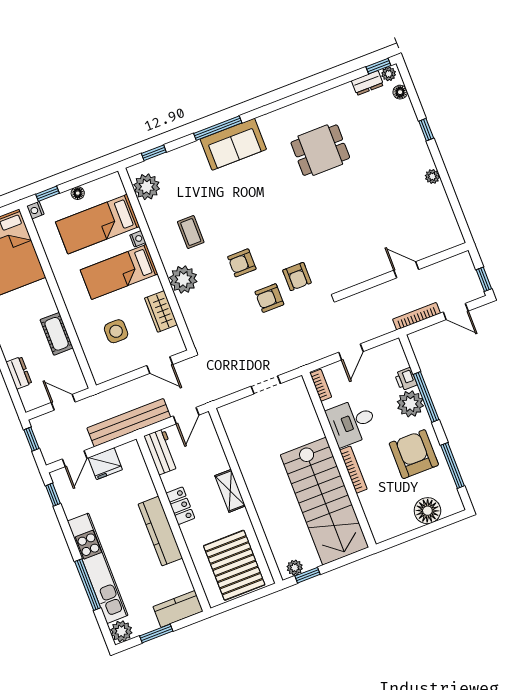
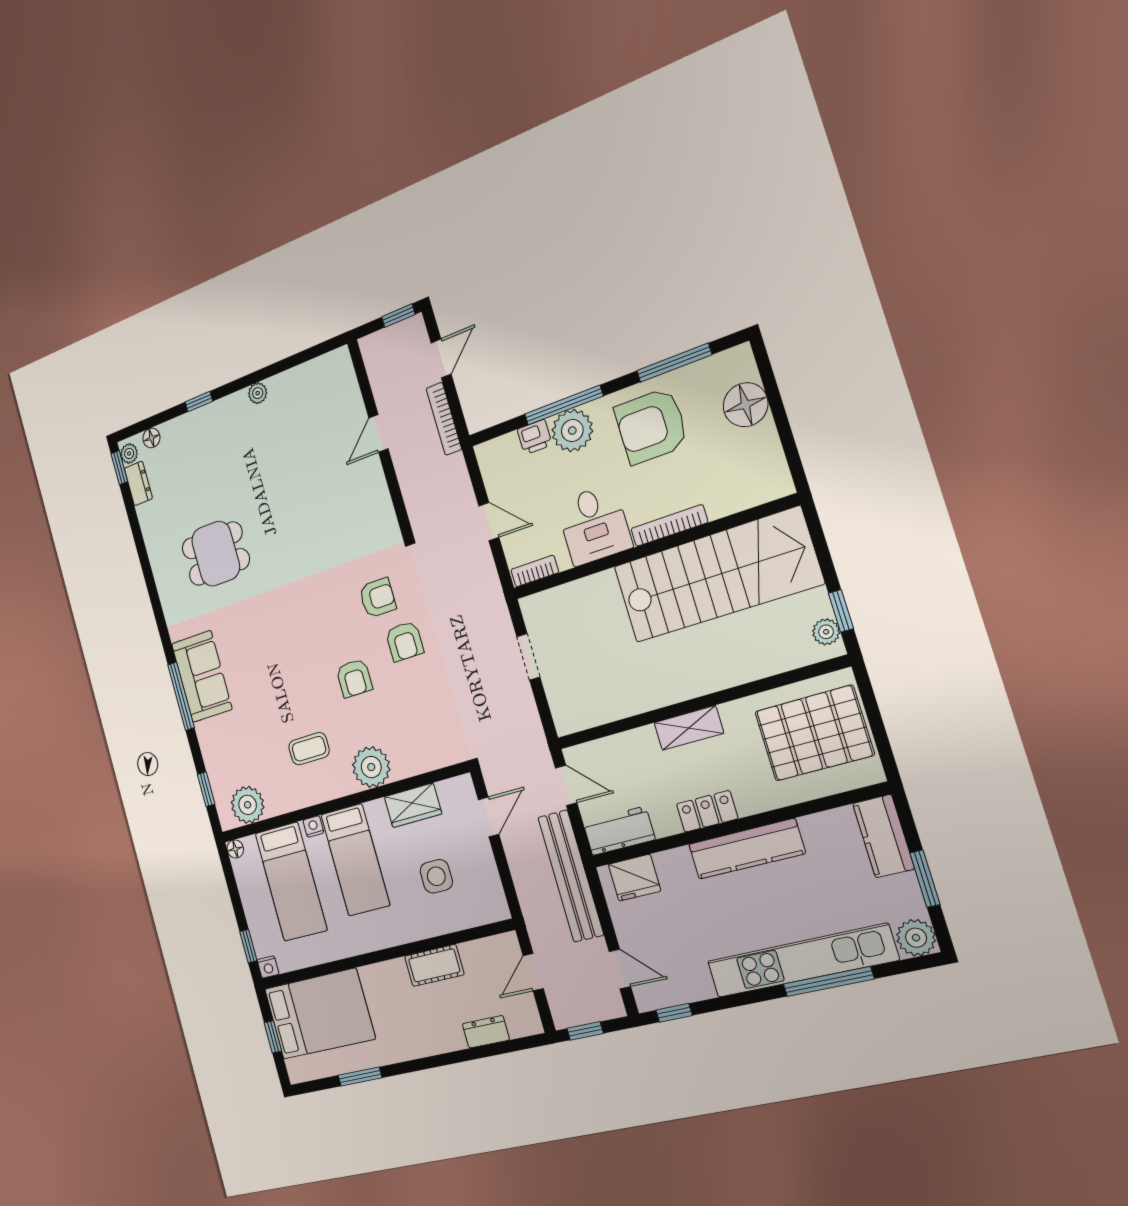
dining table: (320, 150) -> (216, 554), turned 90
floor lamp: (78, 193) -> (235, 849), moved
fridge: (105, 464) -> (634, 878), moved, turned 90

